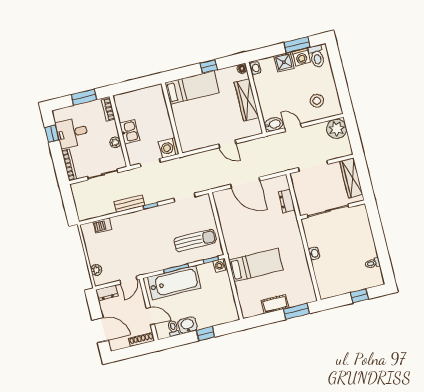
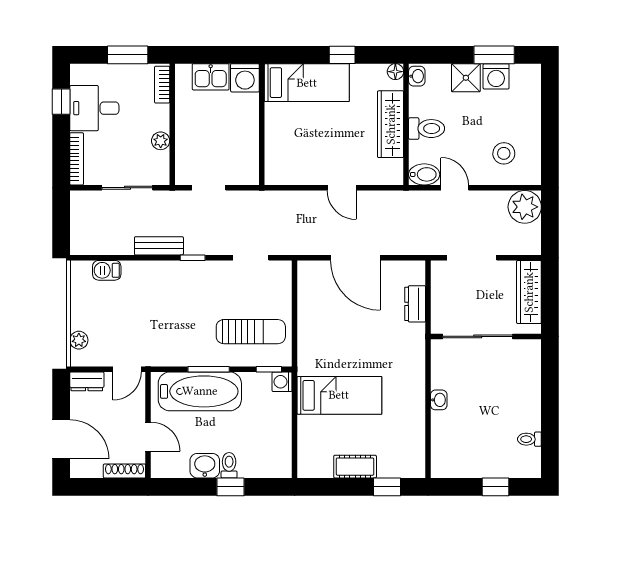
toilet: (317, 56) -> (427, 129), moved, turned -90
kitchen sink: (130, 132) -> (211, 77), moved, turned 90
washing machine: (169, 148) -> (245, 78), moved, turned -90
window: (296, 311) -> (387, 487), width x0.67
toilet: (173, 328) -> (229, 465), moved

